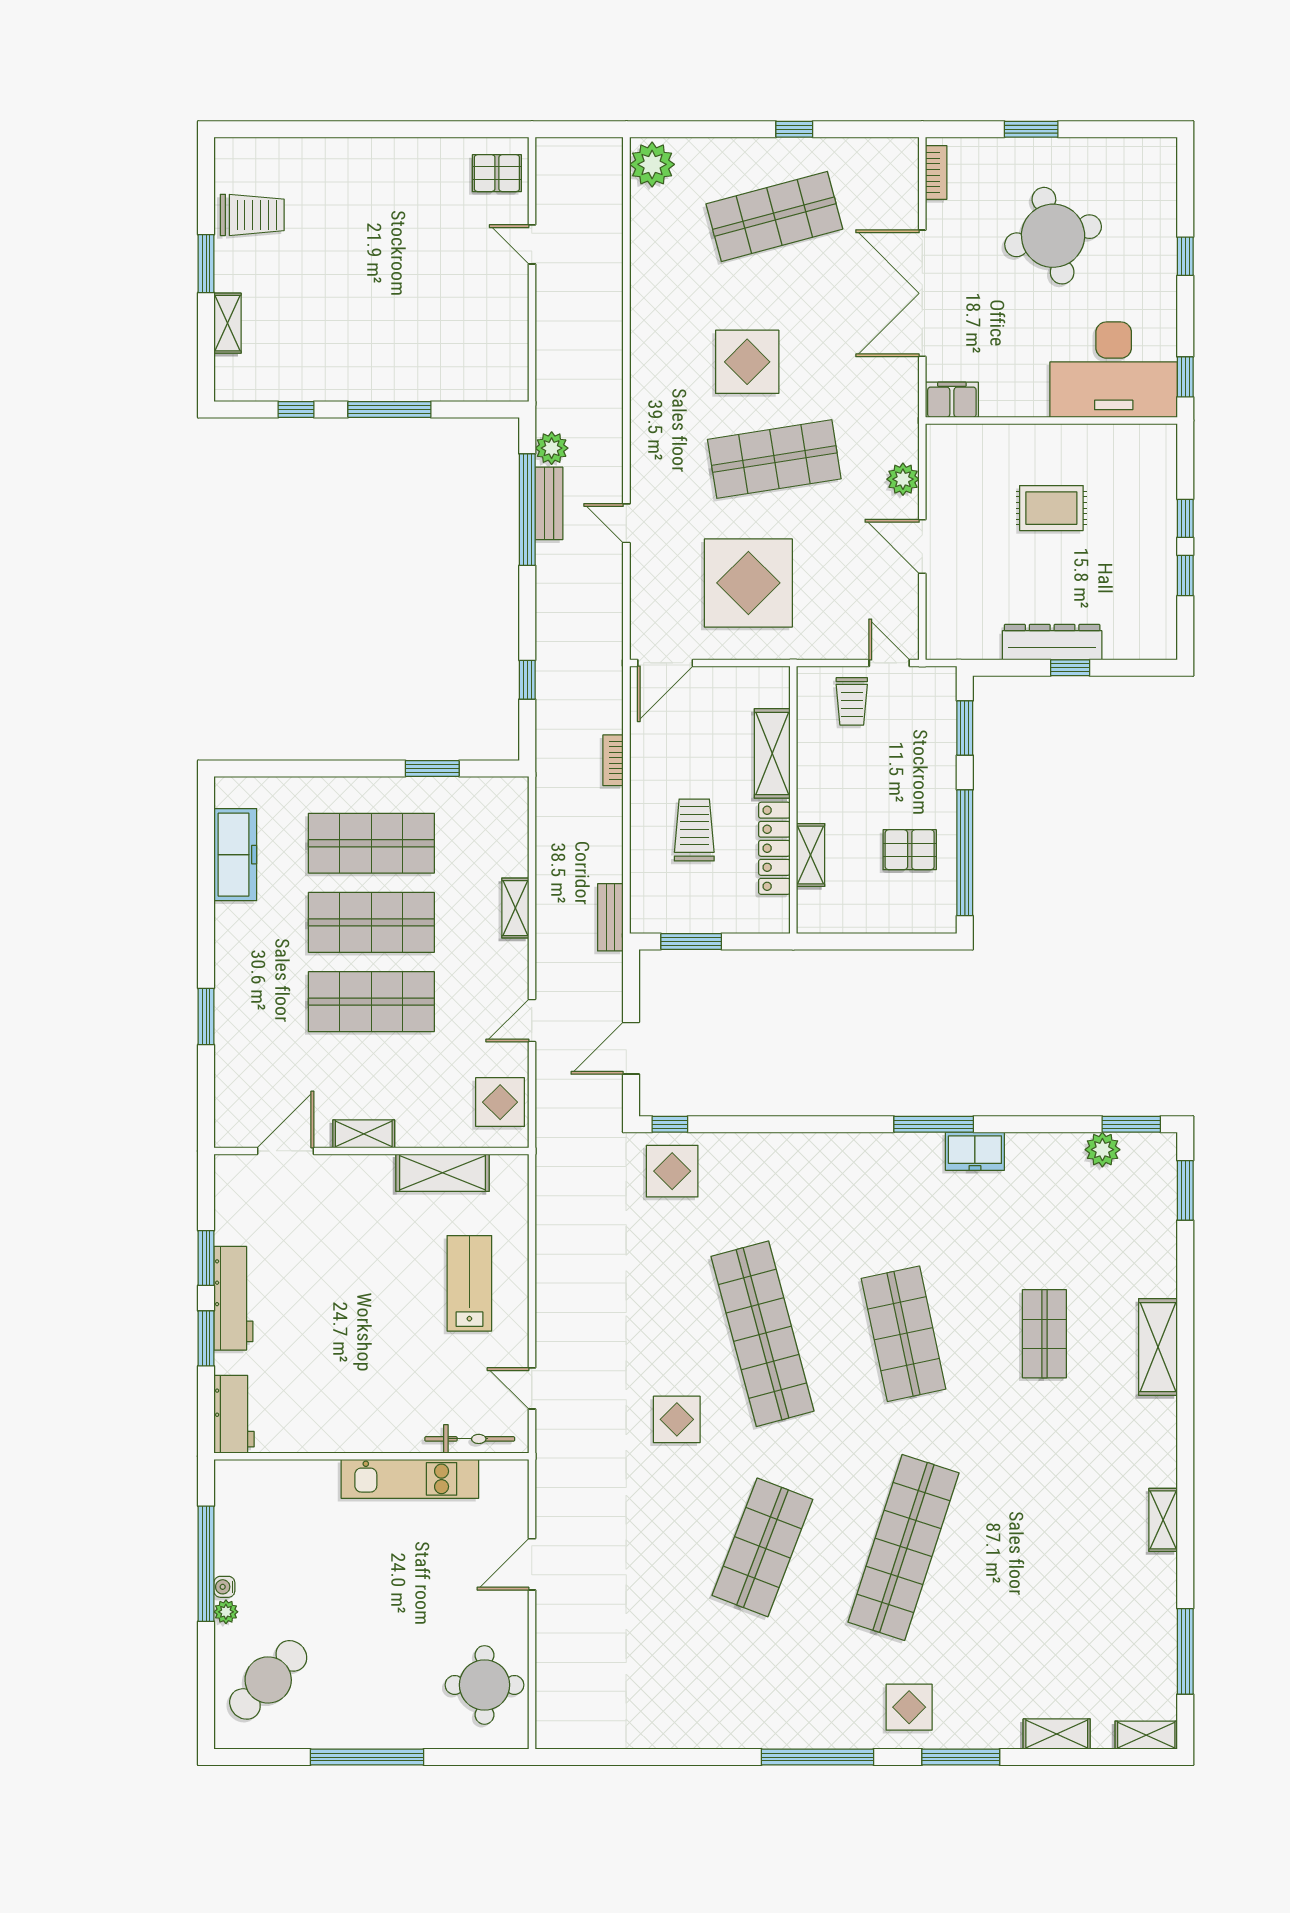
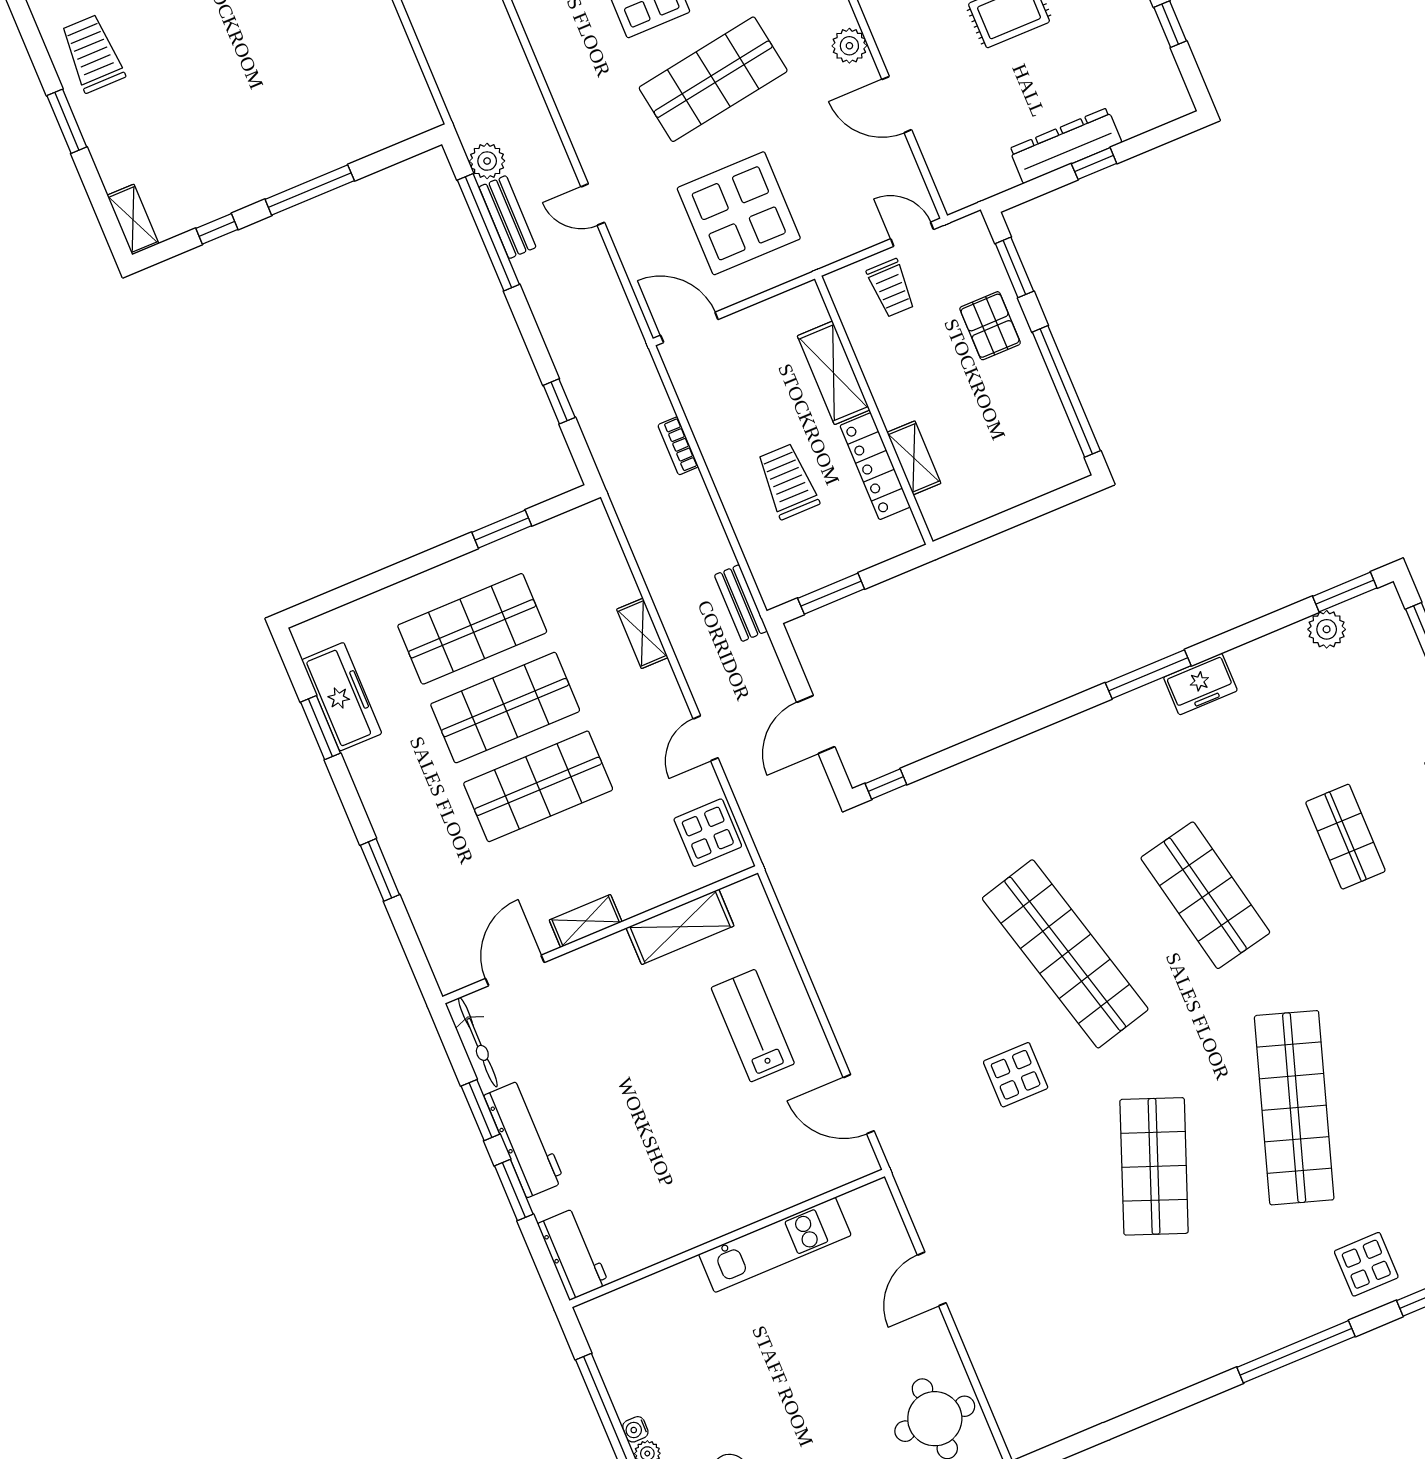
trolley: (252, 215) -> (93, 54), turned -90
shelving: (227, 323) -> (133, 220), moved
door: (665, 663) -> (689, 327), swing flipped
pallet: (910, 850) -> (990, 326), moved, turned 90
window: (206, 873) -> (320, 728), added
display table: (672, 1171) -> (908, 830), removed
door: (532, 1388) -> (859, 1104), width x1.38
bicycle: (470, 1439) -> (478, 1042), moved, turned 90

